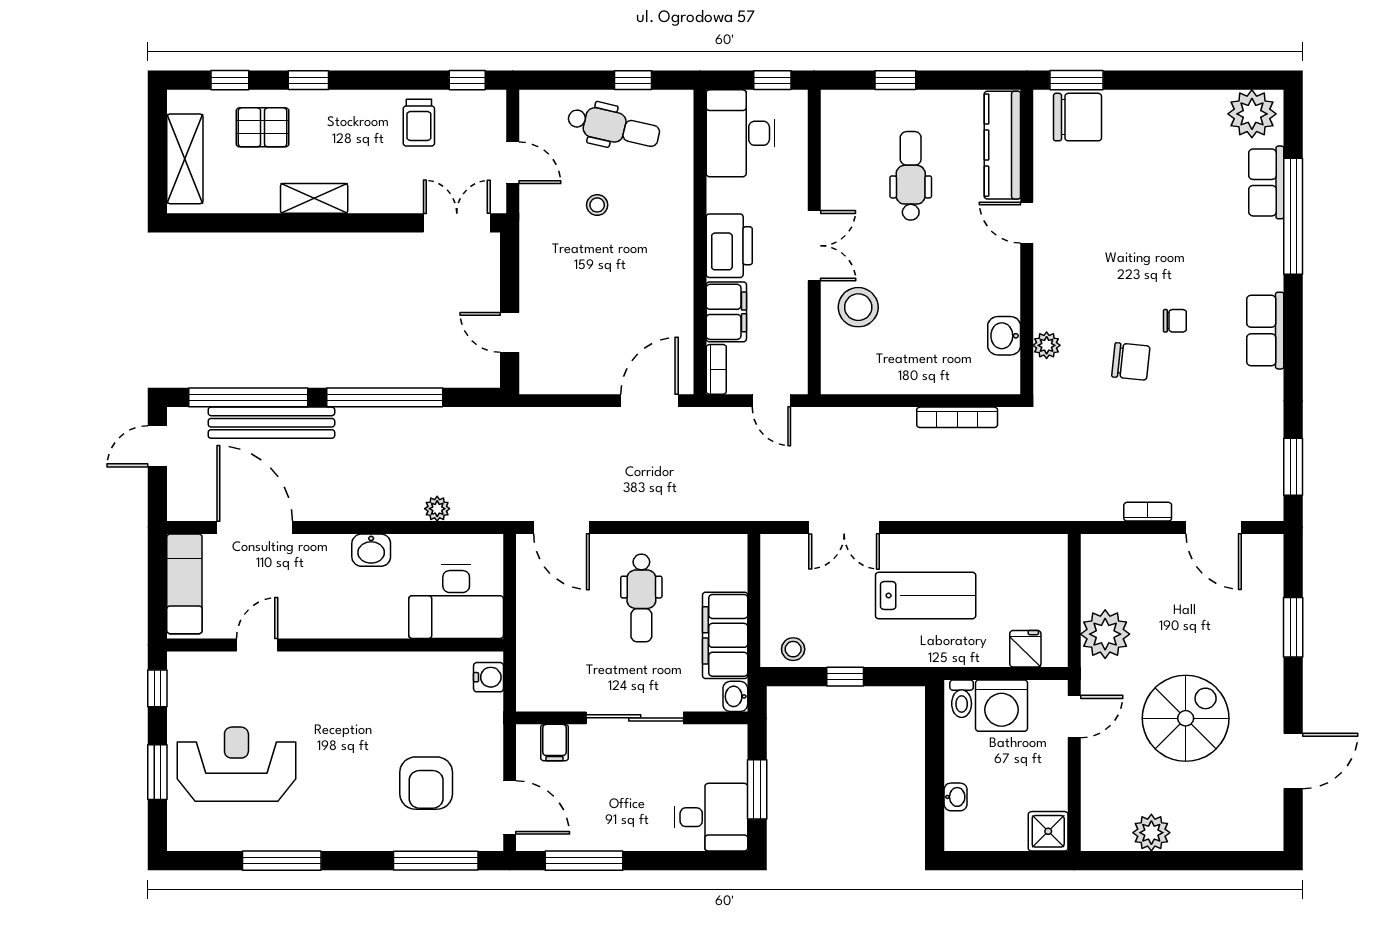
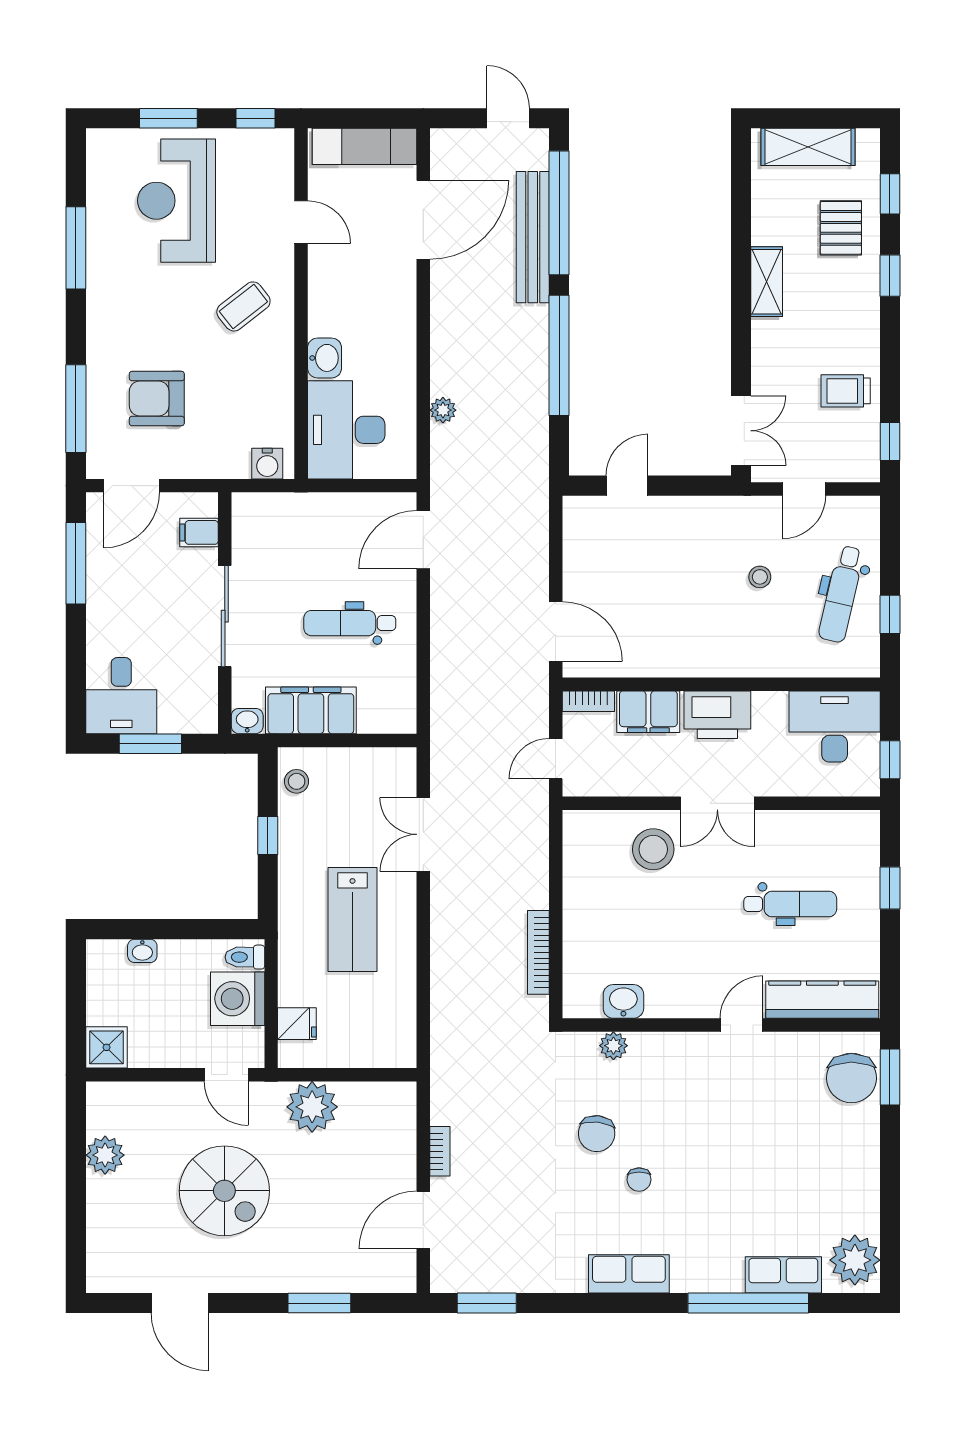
washbasin: (371, 550) -> (325, 358), moved, turned 180
coffee table: (338, 700) -> (243, 306), added
reception desk: (236, 764) -> (177, 201), turned 180

